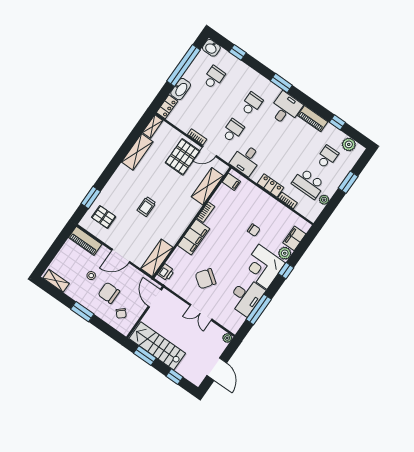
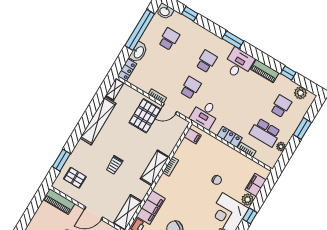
shelving: (137, 152) -> (98, 121), width x1.47
shelving: (207, 186) -> (155, 168), moved
filing cabinet: (194, 237) -> (151, 207), moved

